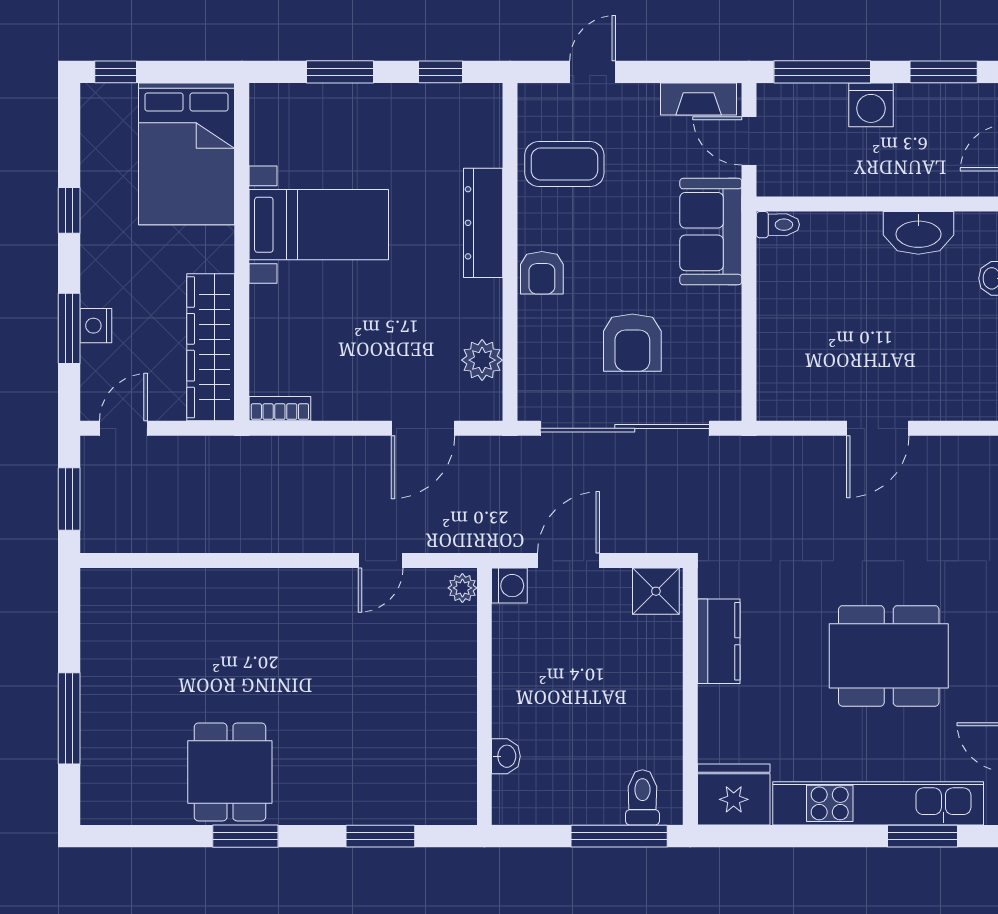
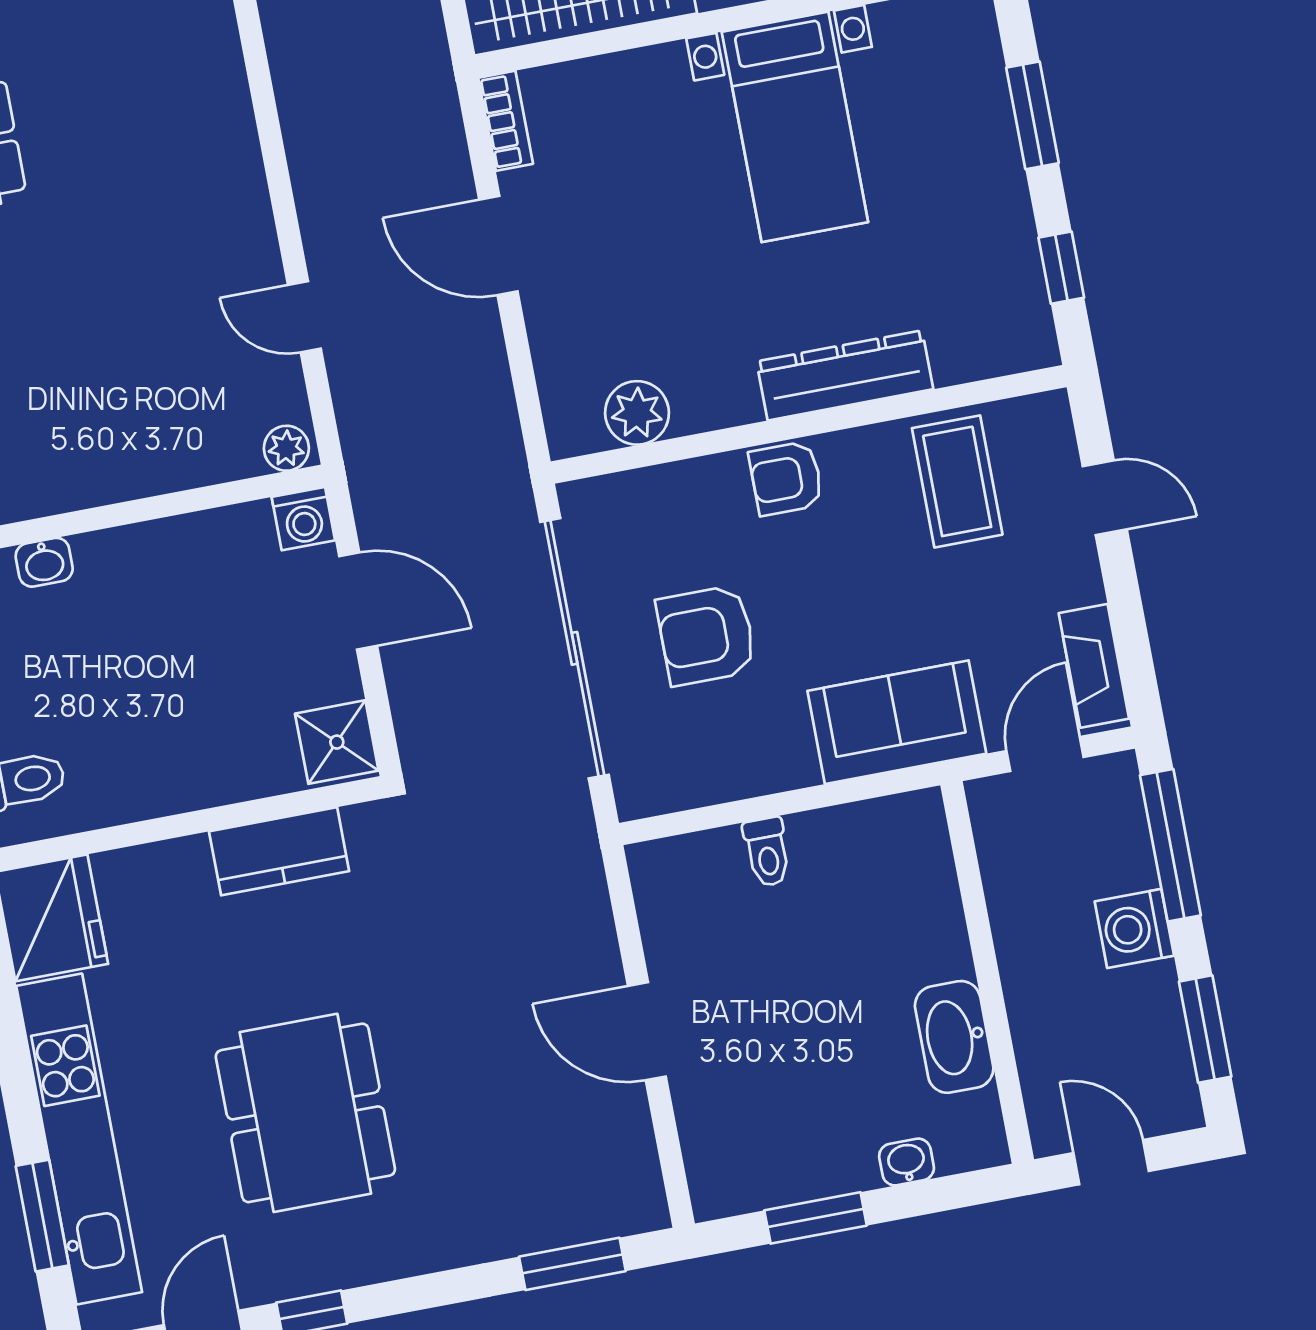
toilet: (778, 225) -> (767, 852), moved
door: (423, 428) -> (498, 246), moved

